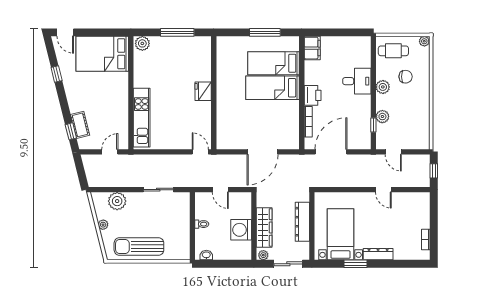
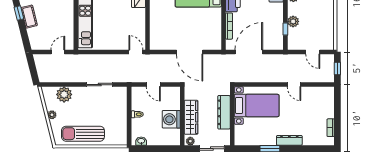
cot: (80, 125) -> (29, 17), moved
window: (71, 131) -> (19, 13), moved
door: (263, 152) -> (190, 52), hinge flipped
door: (393, 152) -> (313, 52), moved
bed with nightstands: (341, 234) -> (257, 106), moved, turned 90

